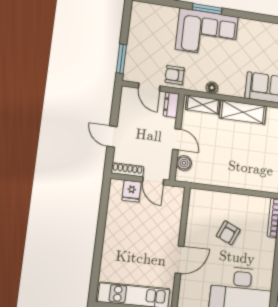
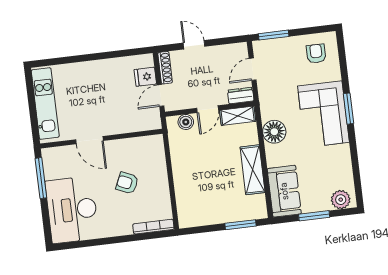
armchair: (175, 75) -> (316, 54), moved
floor lamp: (212, 88) -> (274, 132), width x1.89, depth x1.89
shelving: (203, 105) -> (238, 116), moved, turned 90
door: (112, 136) -> (194, 45), hinge flipped

